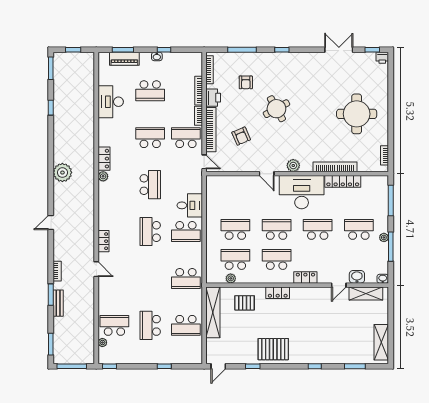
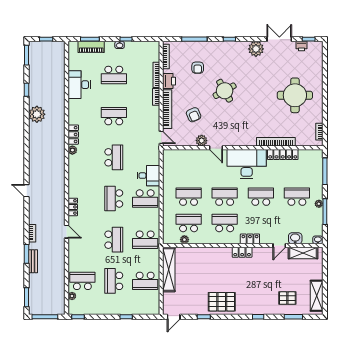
printer: (382, 58) -> (302, 46), moved
plant: (312, 61) -> (256, 49), added
school desk: (186, 138) -> (114, 240), moved, turned 90
plant: (293, 166) -> (202, 141), moved
plant: (62, 173) -> (37, 114), moved
door: (51, 223) -> (26, 191), hinge flipped
locker: (278, 293) -> (242, 252), moved
pallet: (245, 303) -> (287, 298), moved

